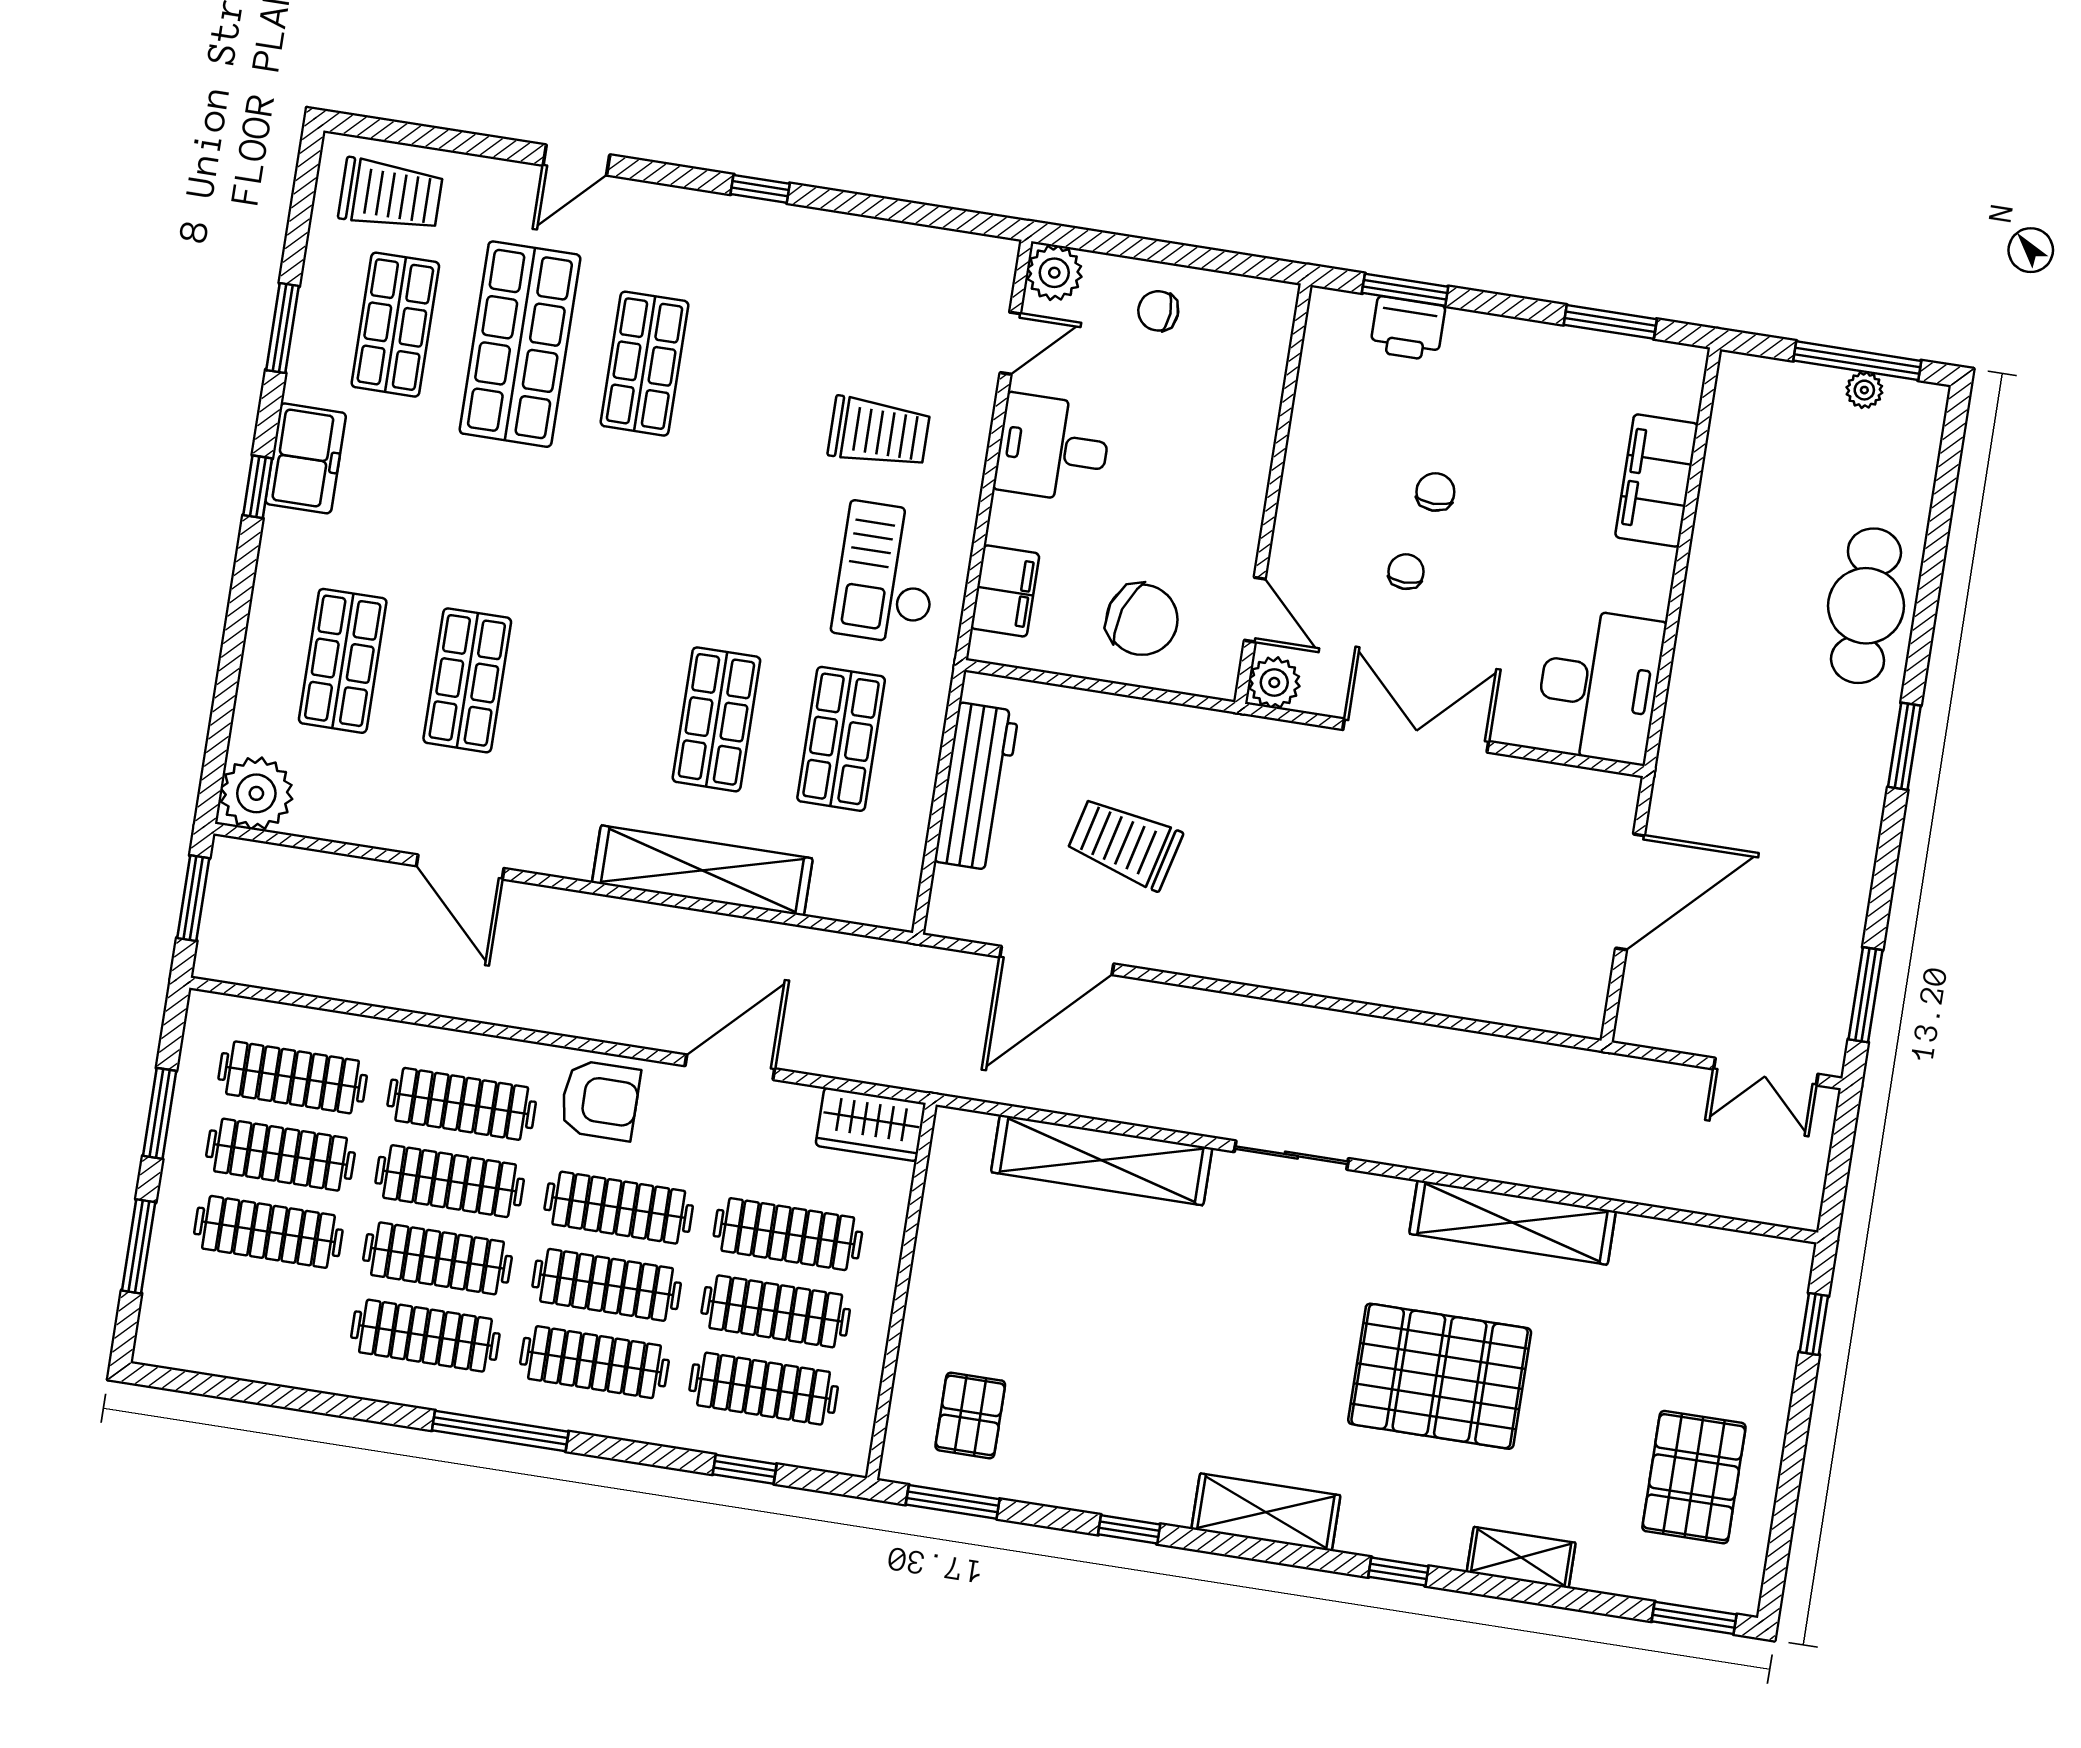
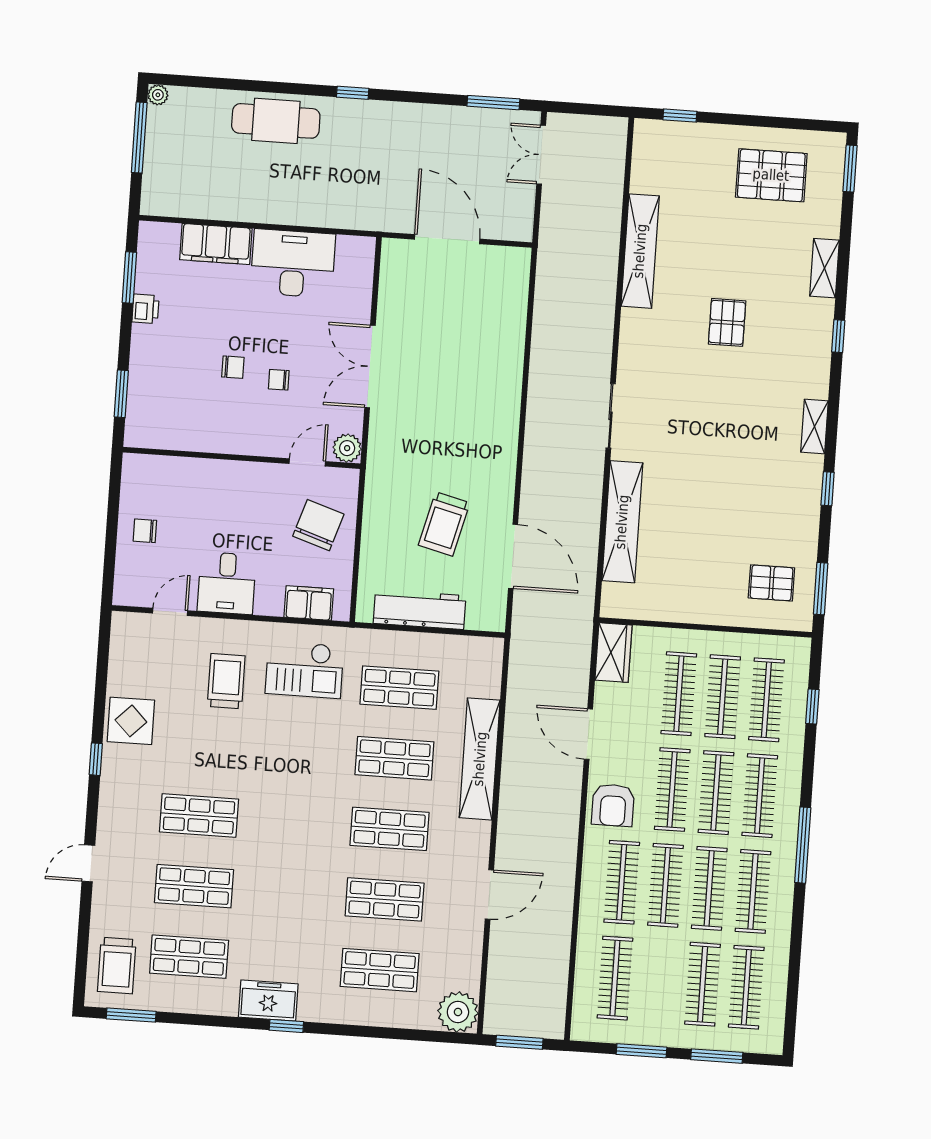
door: (576, 160) -> (88, 863), swing flipped
trolley: (391, 195) -> (117, 966), turned 180
display table: (823, 257) -> (131, 721), added
plant: (1054, 273) -> (129, 591), removed
chair: (1158, 311) -> (145, 531), turned 87
window: (283, 328) -> (131, 1015), moved
printer: (1408, 329) -> (145, 309), moved, width x0.73, depth x0.81
door: (1010, 343) -> (170, 612), hinge flipped
shop shelf: (520, 344) -> (194, 886), width x0.70, depth x0.74
plant: (1864, 390) -> (158, 95), moved
chair: (1435, 492) -> (233, 367), turned 180
desk: (1599, 686) -> (293, 263), moved
shop shelf: (592, 700) -> (389, 829), added
window: (1904, 746) -> (353, 93), width x0.67
double door: (1766, 1072) -> (541, 155), swing flipped
armchair: (600, 1100) -> (613, 805), turned 180
clothes rail: (281, 1155) -> (746, 987), moved
shelving: (1513, 1222) -> (640, 251), moved
pallet: (1440, 1376) -> (727, 322), width x0.49, depth x0.50
shelving: (1266, 1512) -> (814, 427), width x0.67, depth x0.75

